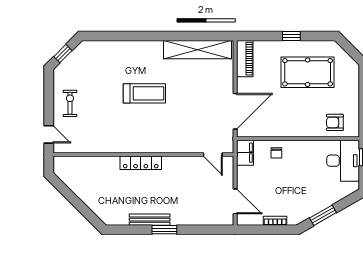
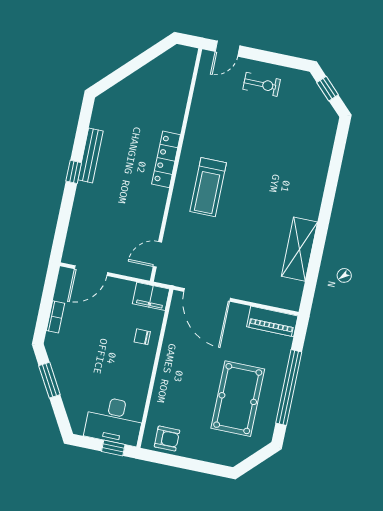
window: (291, 36) -> (289, 387), width x3.17
shelving: (198, 50) -> (299, 249), width x0.68
treadmill: (144, 93) -> (208, 187), moved
armchair: (335, 122) -> (167, 439), moved, turned 90
window: (164, 230) -> (74, 172), width x0.67

